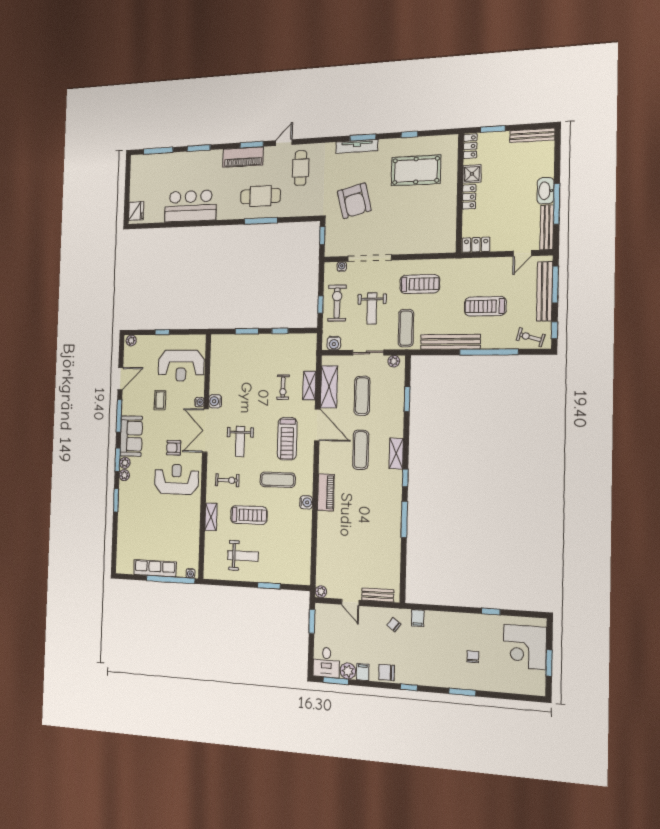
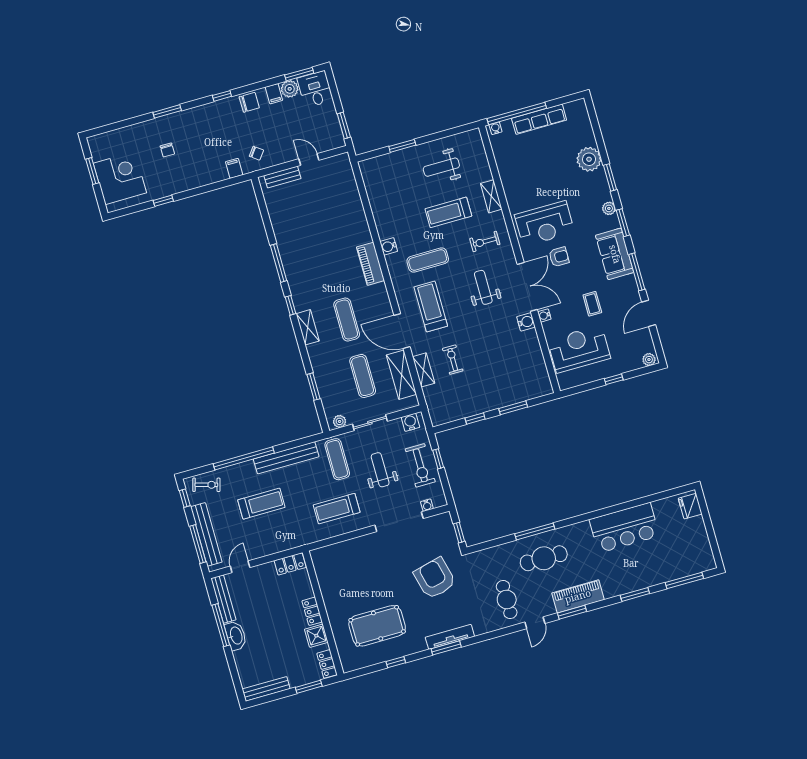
plant: (125, 463) -> (589, 159), moved, width x1.87, depth x1.87
plant: (321, 592) -> (344, 159), removed

